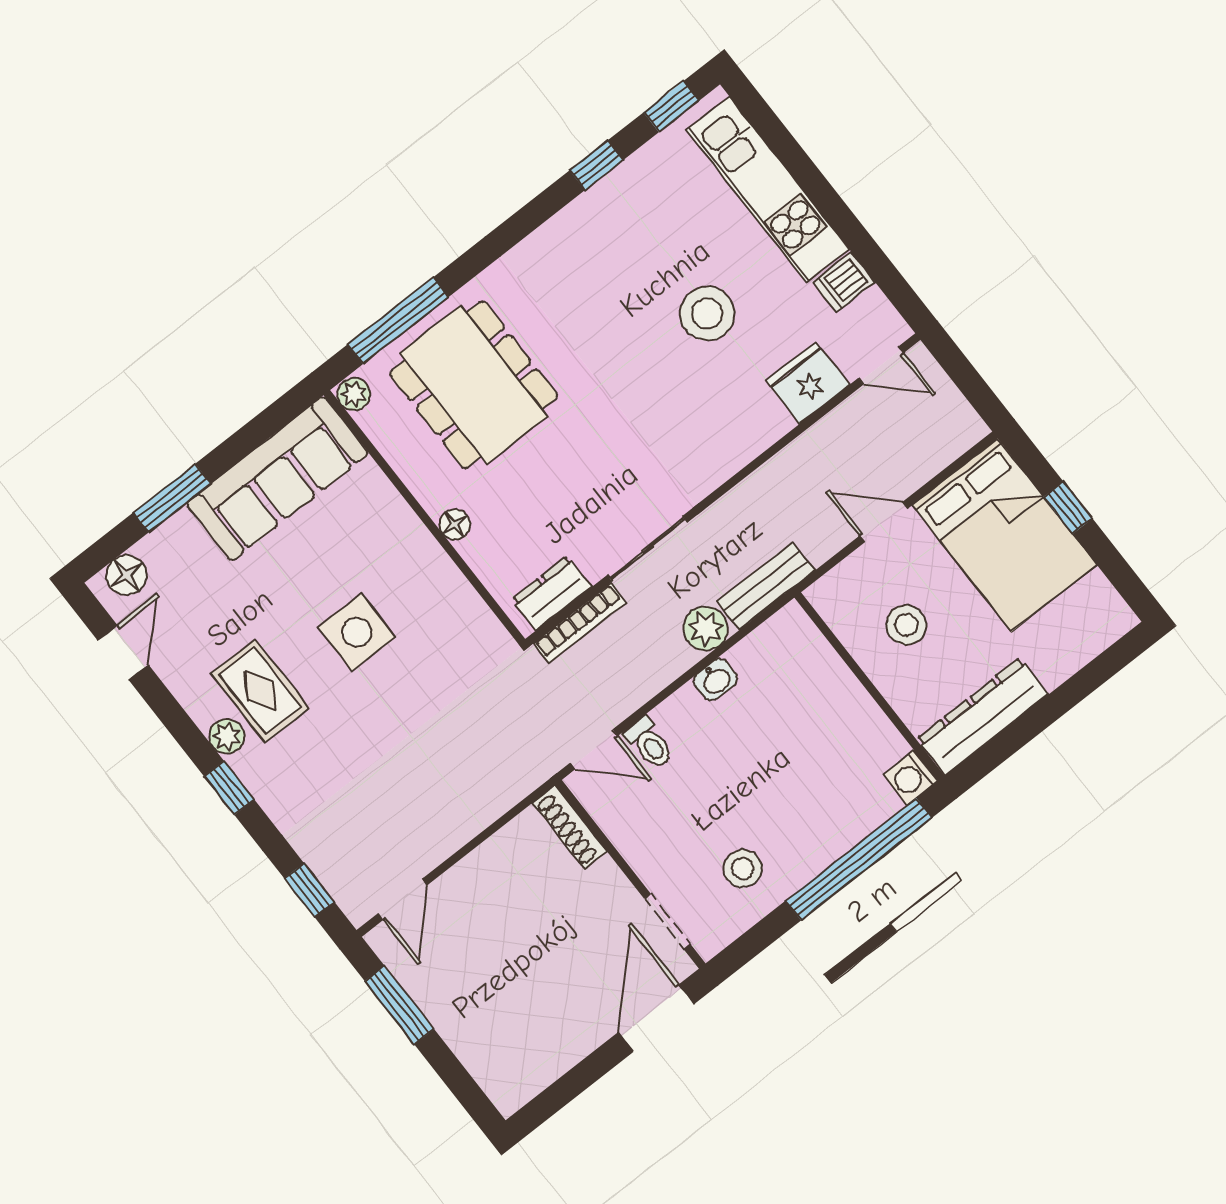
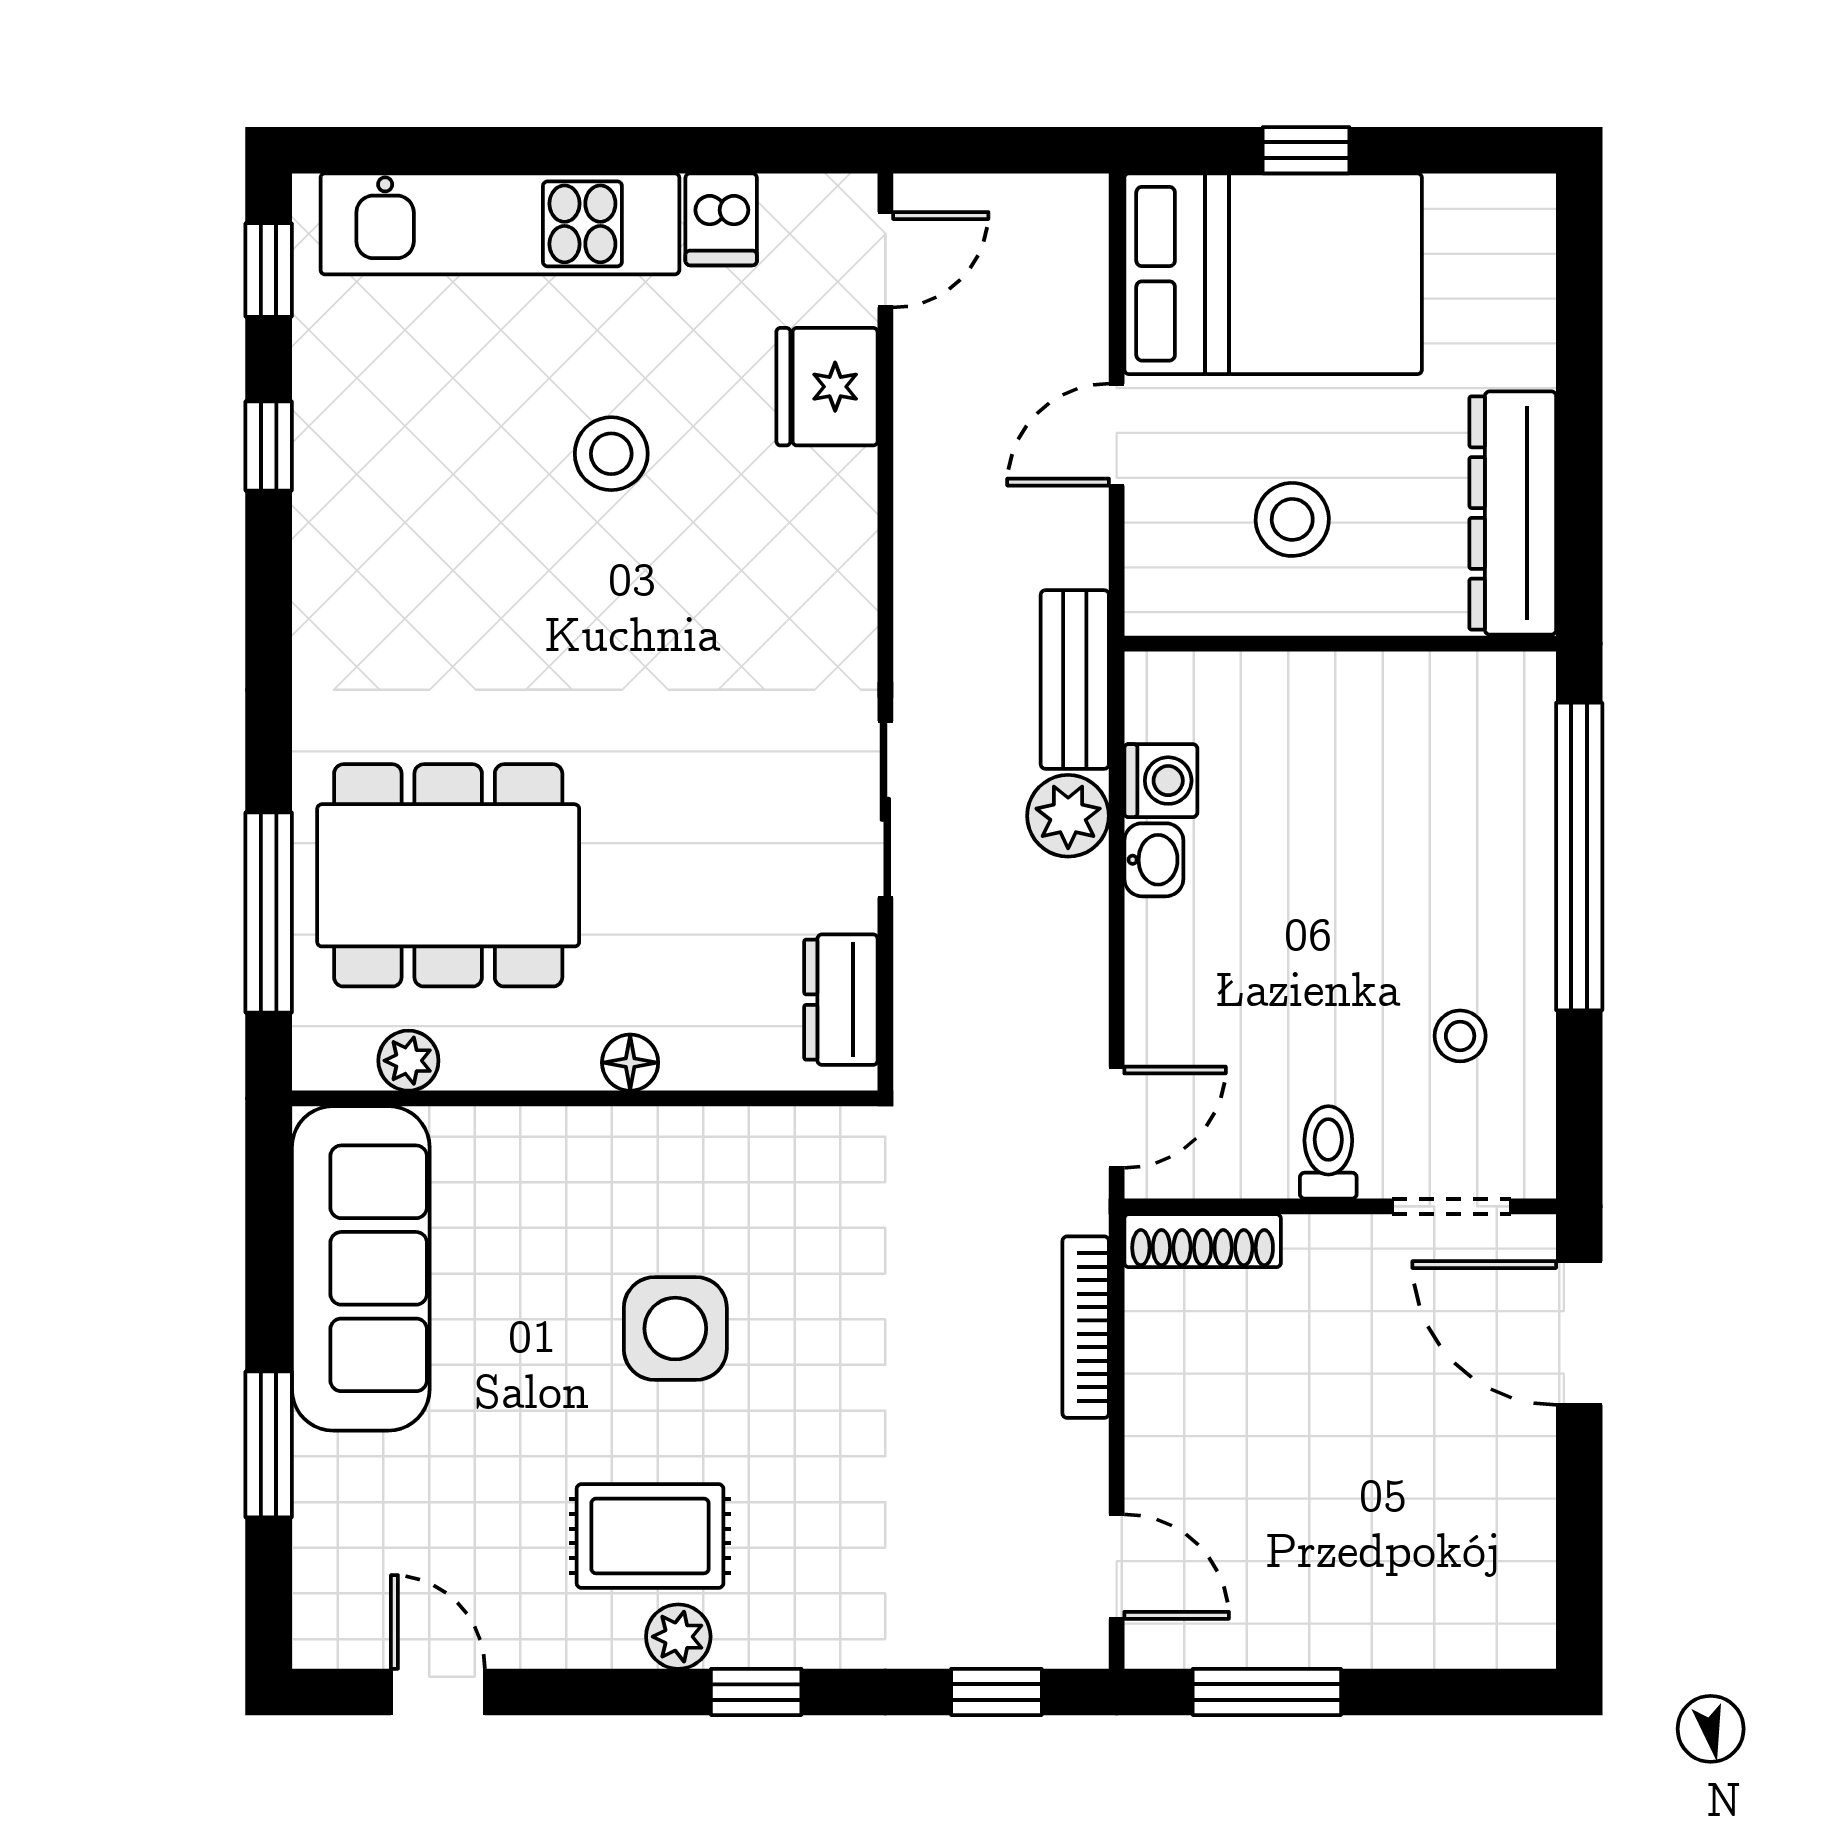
stool: (707, 313) -> (611, 454), width x0.73, depth x0.73
plant: (354, 394) -> (408, 1061), moved
floor lamp: (126, 575) -> (329, 1599), removed
bookcase: (580, 623) -> (1086, 1327), moved, turned 180
toilet: (649, 743) -> (1328, 1152), moved, turned -90
washing machine: (911, 778) -> (1161, 781), moved, turned -90
stool: (743, 868) -> (1460, 1036), width x0.73, depth x0.73

